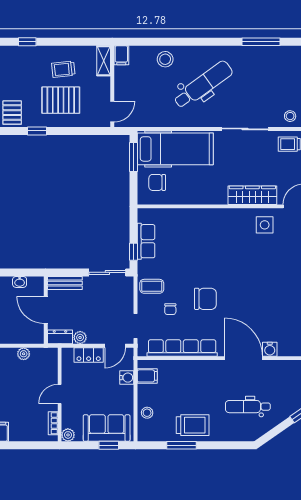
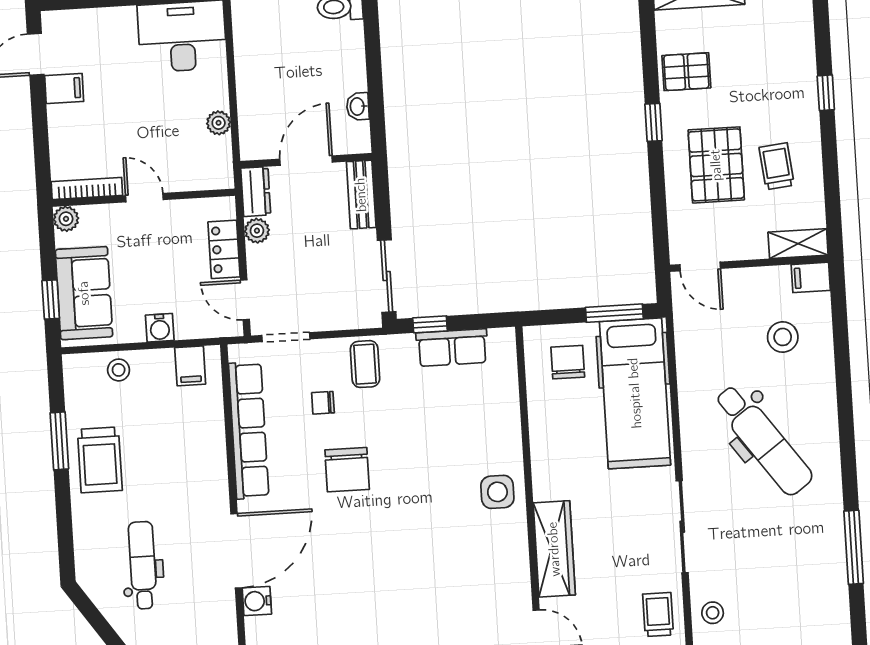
stool: (165, 59) -> (783, 337), moved
side table: (265, 225) -> (497, 492), moved
water cooler: (127, 378) -> (160, 328), moved
bookcase: (53, 423) -> (87, 188), width x1.56

